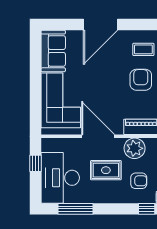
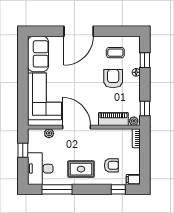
plant: (135, 148) -> (49, 133), moved, width x0.53, depth x0.53
rug: (106, 170) -> (81, 169), moved
desk: (60, 178) -> (40, 169), width x0.73, depth x0.77

